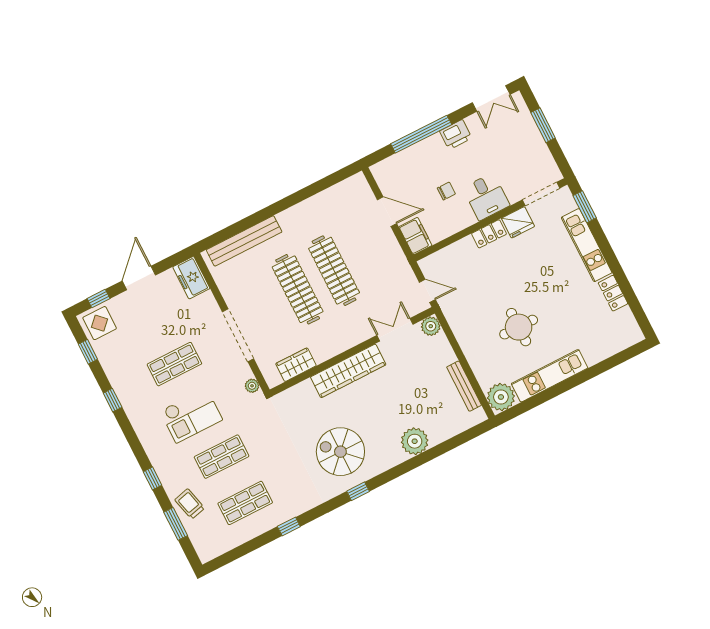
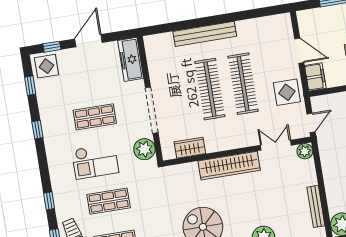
bench: (244, 241) -> (205, 34), moved
display table: (388, 264) -> (287, 92), added
freezer: (191, 278) -> (131, 59), width x1.40
door: (427, 291) -> (311, 123), hinge flipped
plant: (252, 386) -> (144, 149), width x1.88, depth x1.88

